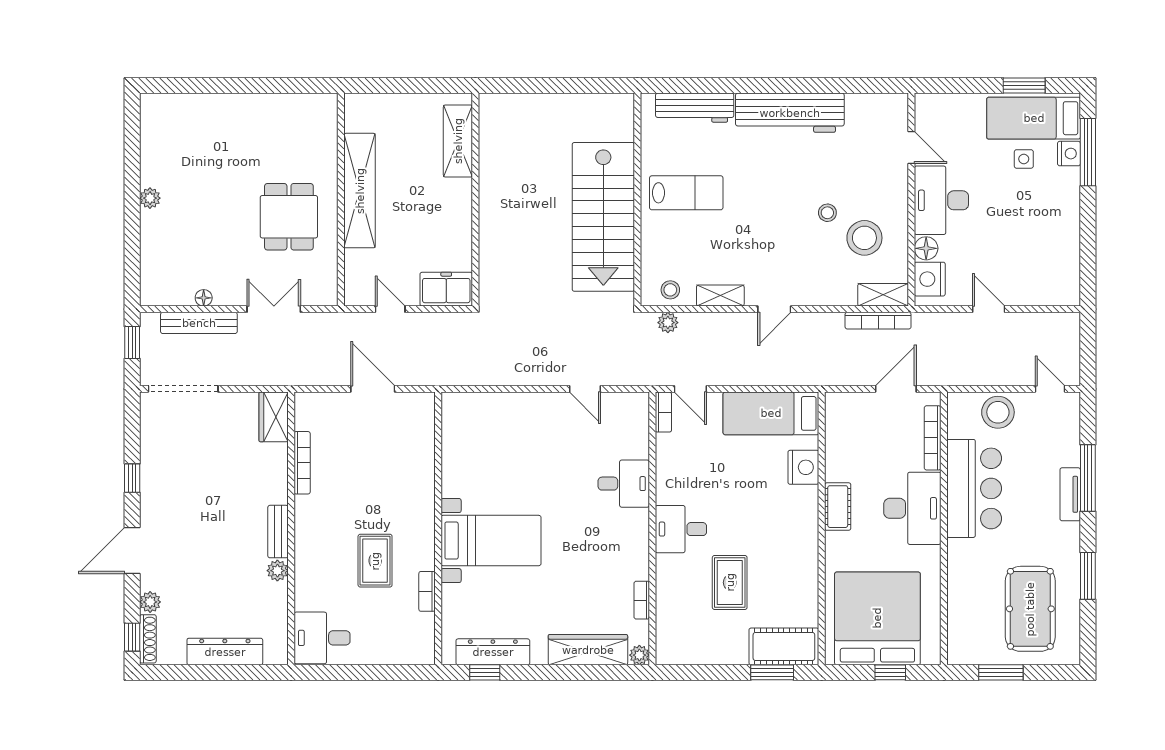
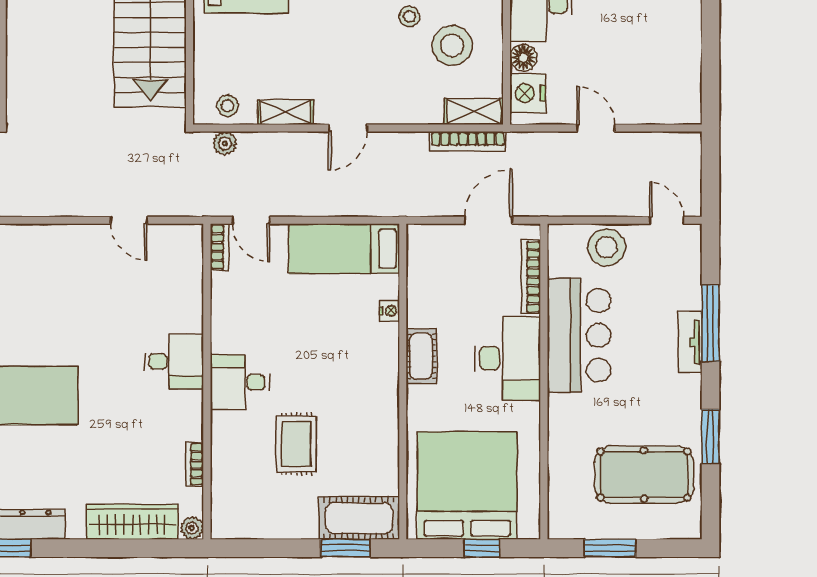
nightstand: (803, 467) -> (389, 311), width x0.53, depth x0.56
desk: (624, 484) -> (174, 361), moved
pool table: (1030, 609) -> (644, 475), turned 90

